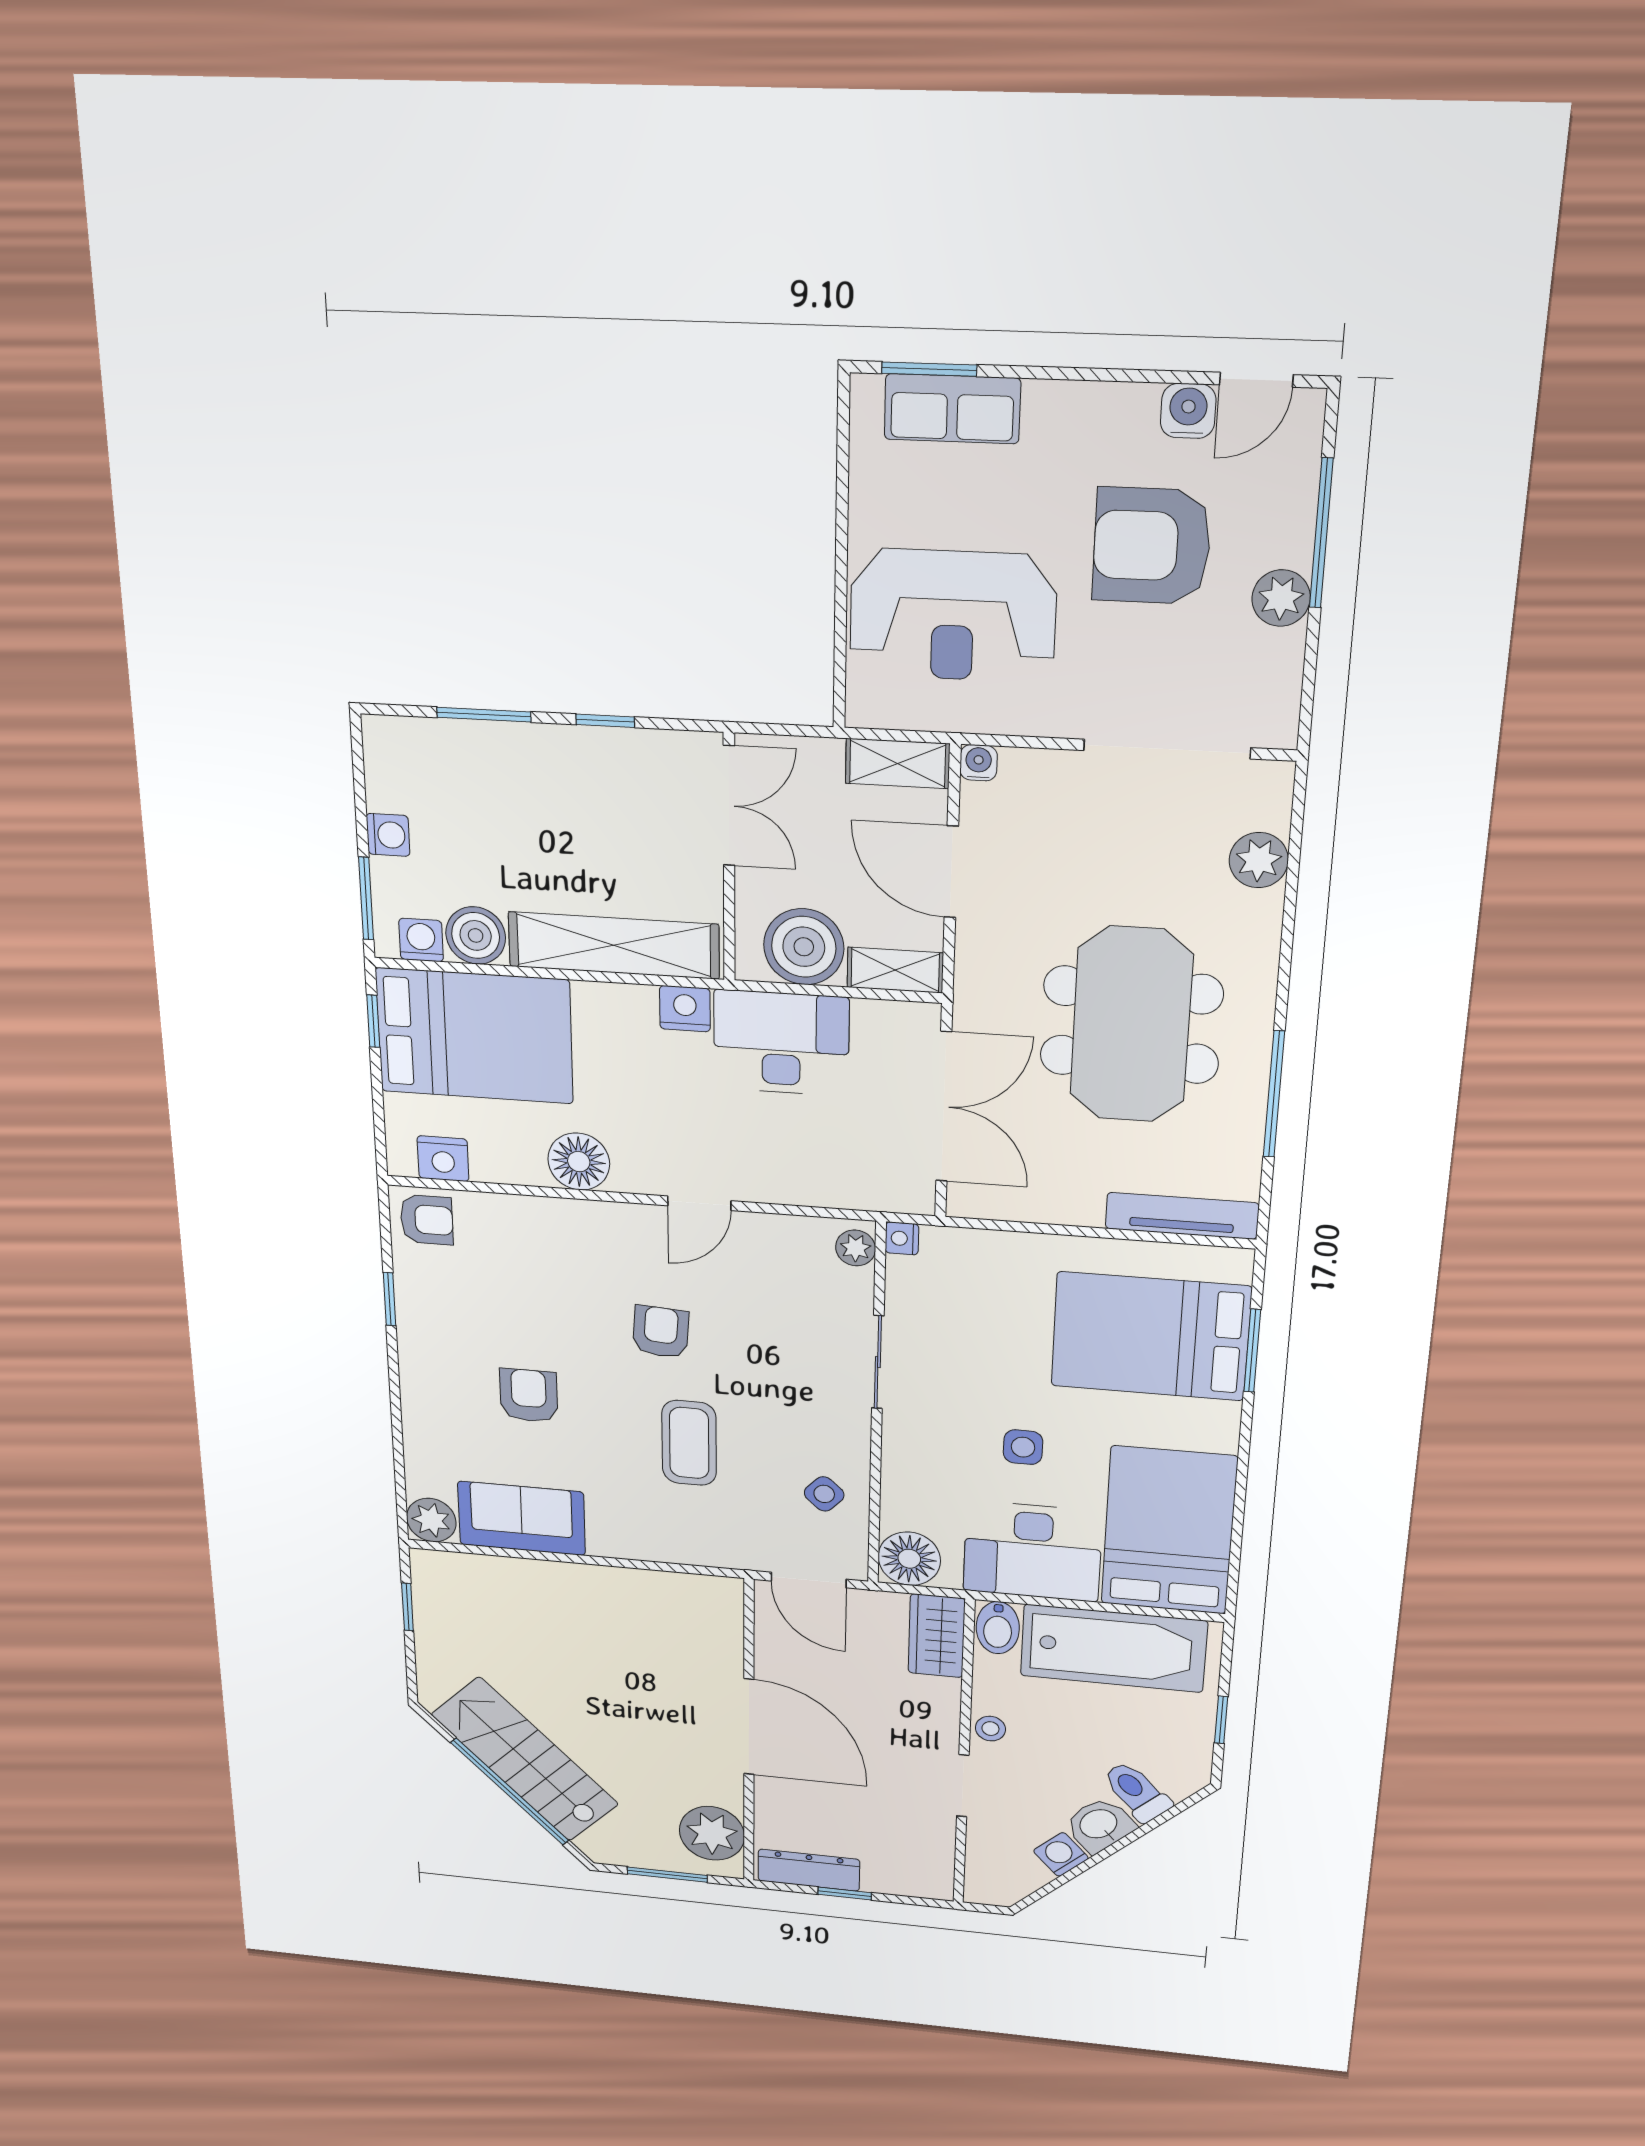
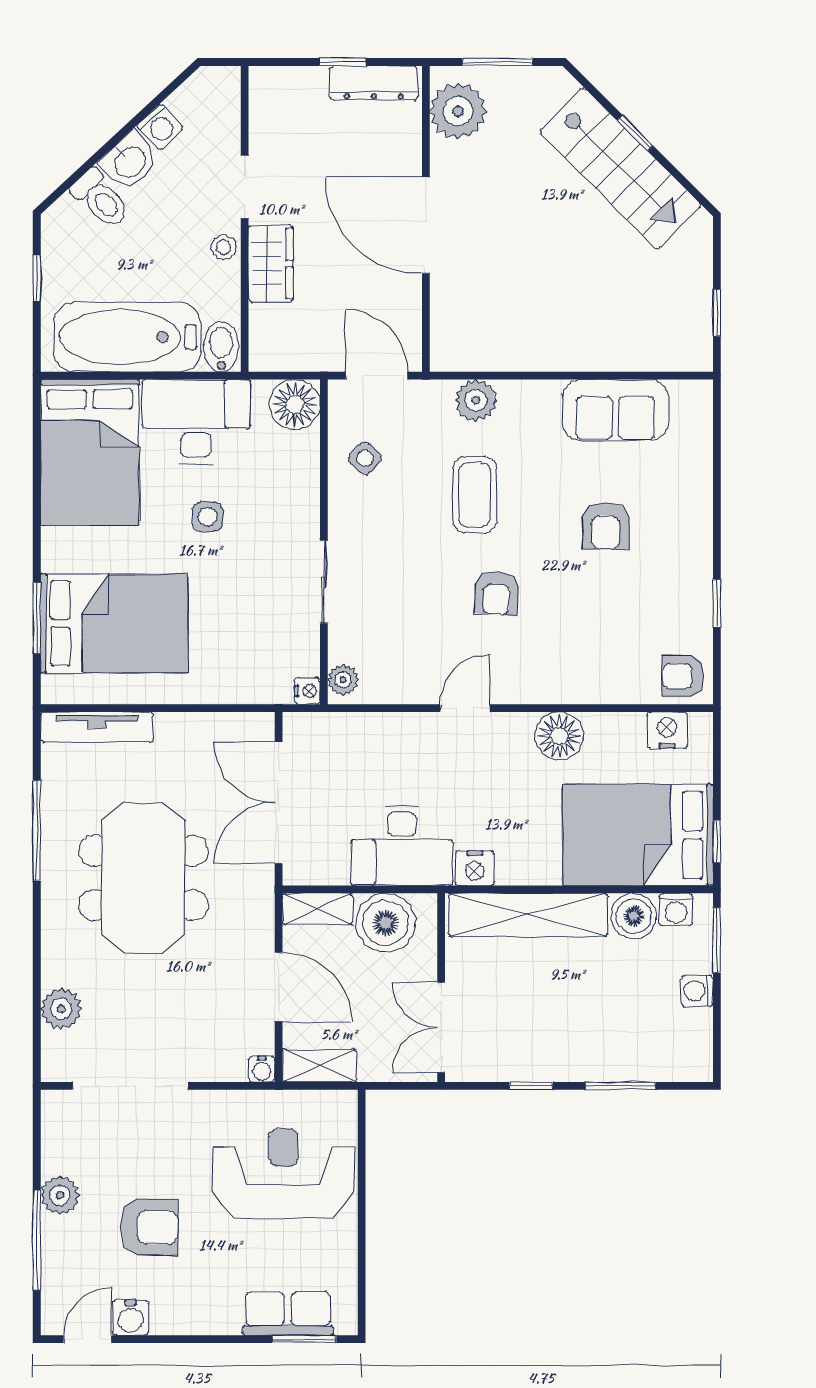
armchair: (1152, 546) -> (149, 1227), width x0.73, depth x0.73
plant: (431, 1520) -> (476, 400), moved
wardrobe: (937, 1636) -> (271, 263), moved
window: (510, 1792) -> (635, 133), width x0.32

